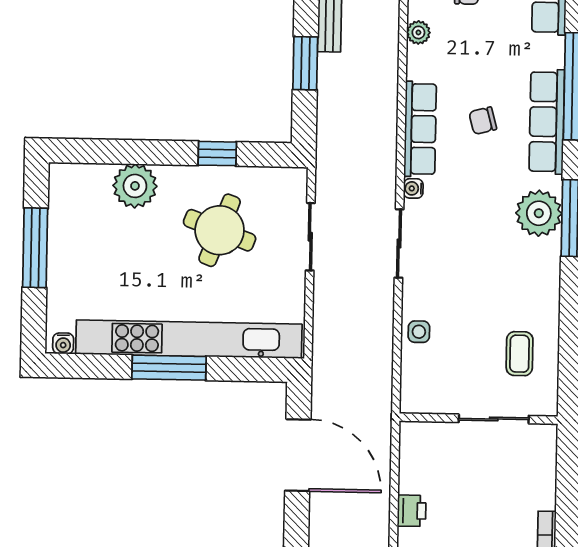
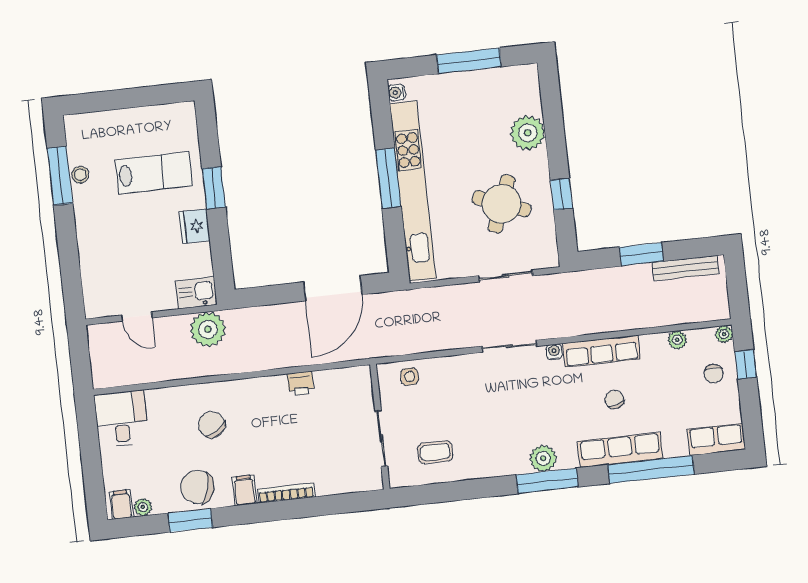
plant: (539, 213) -> (543, 458), width x0.73, depth x0.73
side table: (419, 332) -> (410, 377), moved

